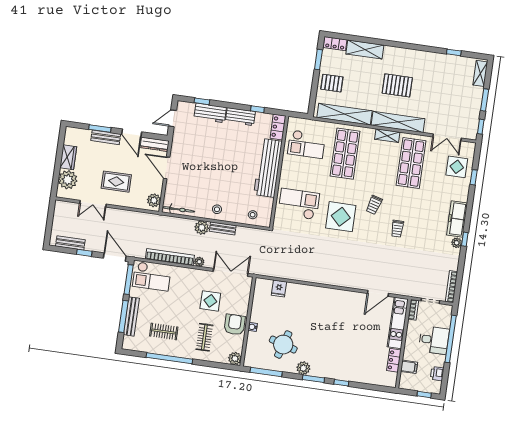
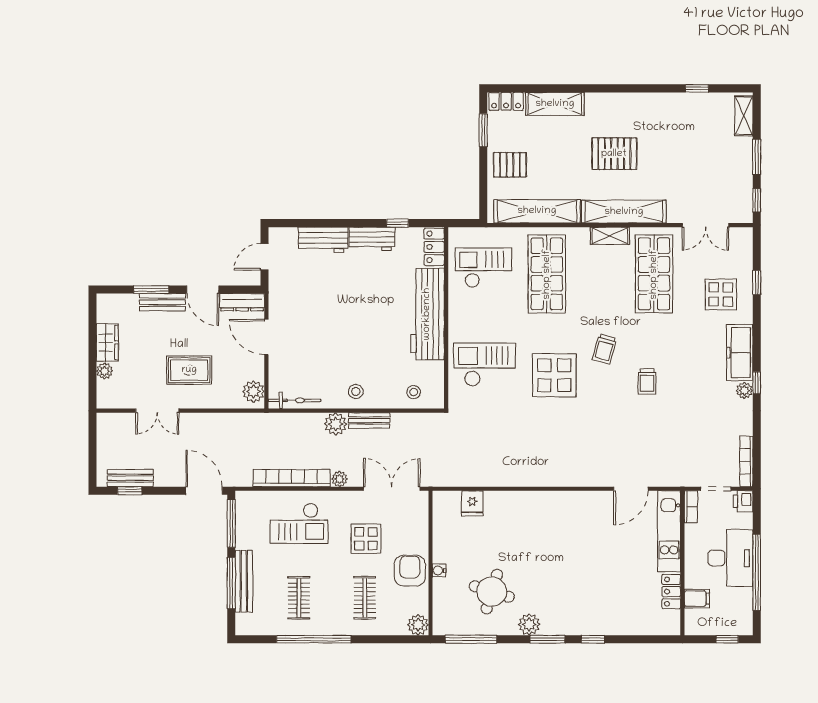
window: (202, 101) -> (307, 223), removed
checkout: (307, 144) -> (483, 268), turned 180
display table: (457, 167) -> (721, 294), moved
plant: (68, 180) -> (105, 371), width x0.53, depth x0.53
window: (84, 253) -> (130, 491), moved
checkout: (152, 276) -> (299, 523), moved
clothes rail: (164, 331) -> (299, 598), turned 90
window: (451, 339) -> (757, 572), moved
desk: (434, 340) -> (730, 558), width x1.37
printer: (437, 374) -> (743, 501), moved

